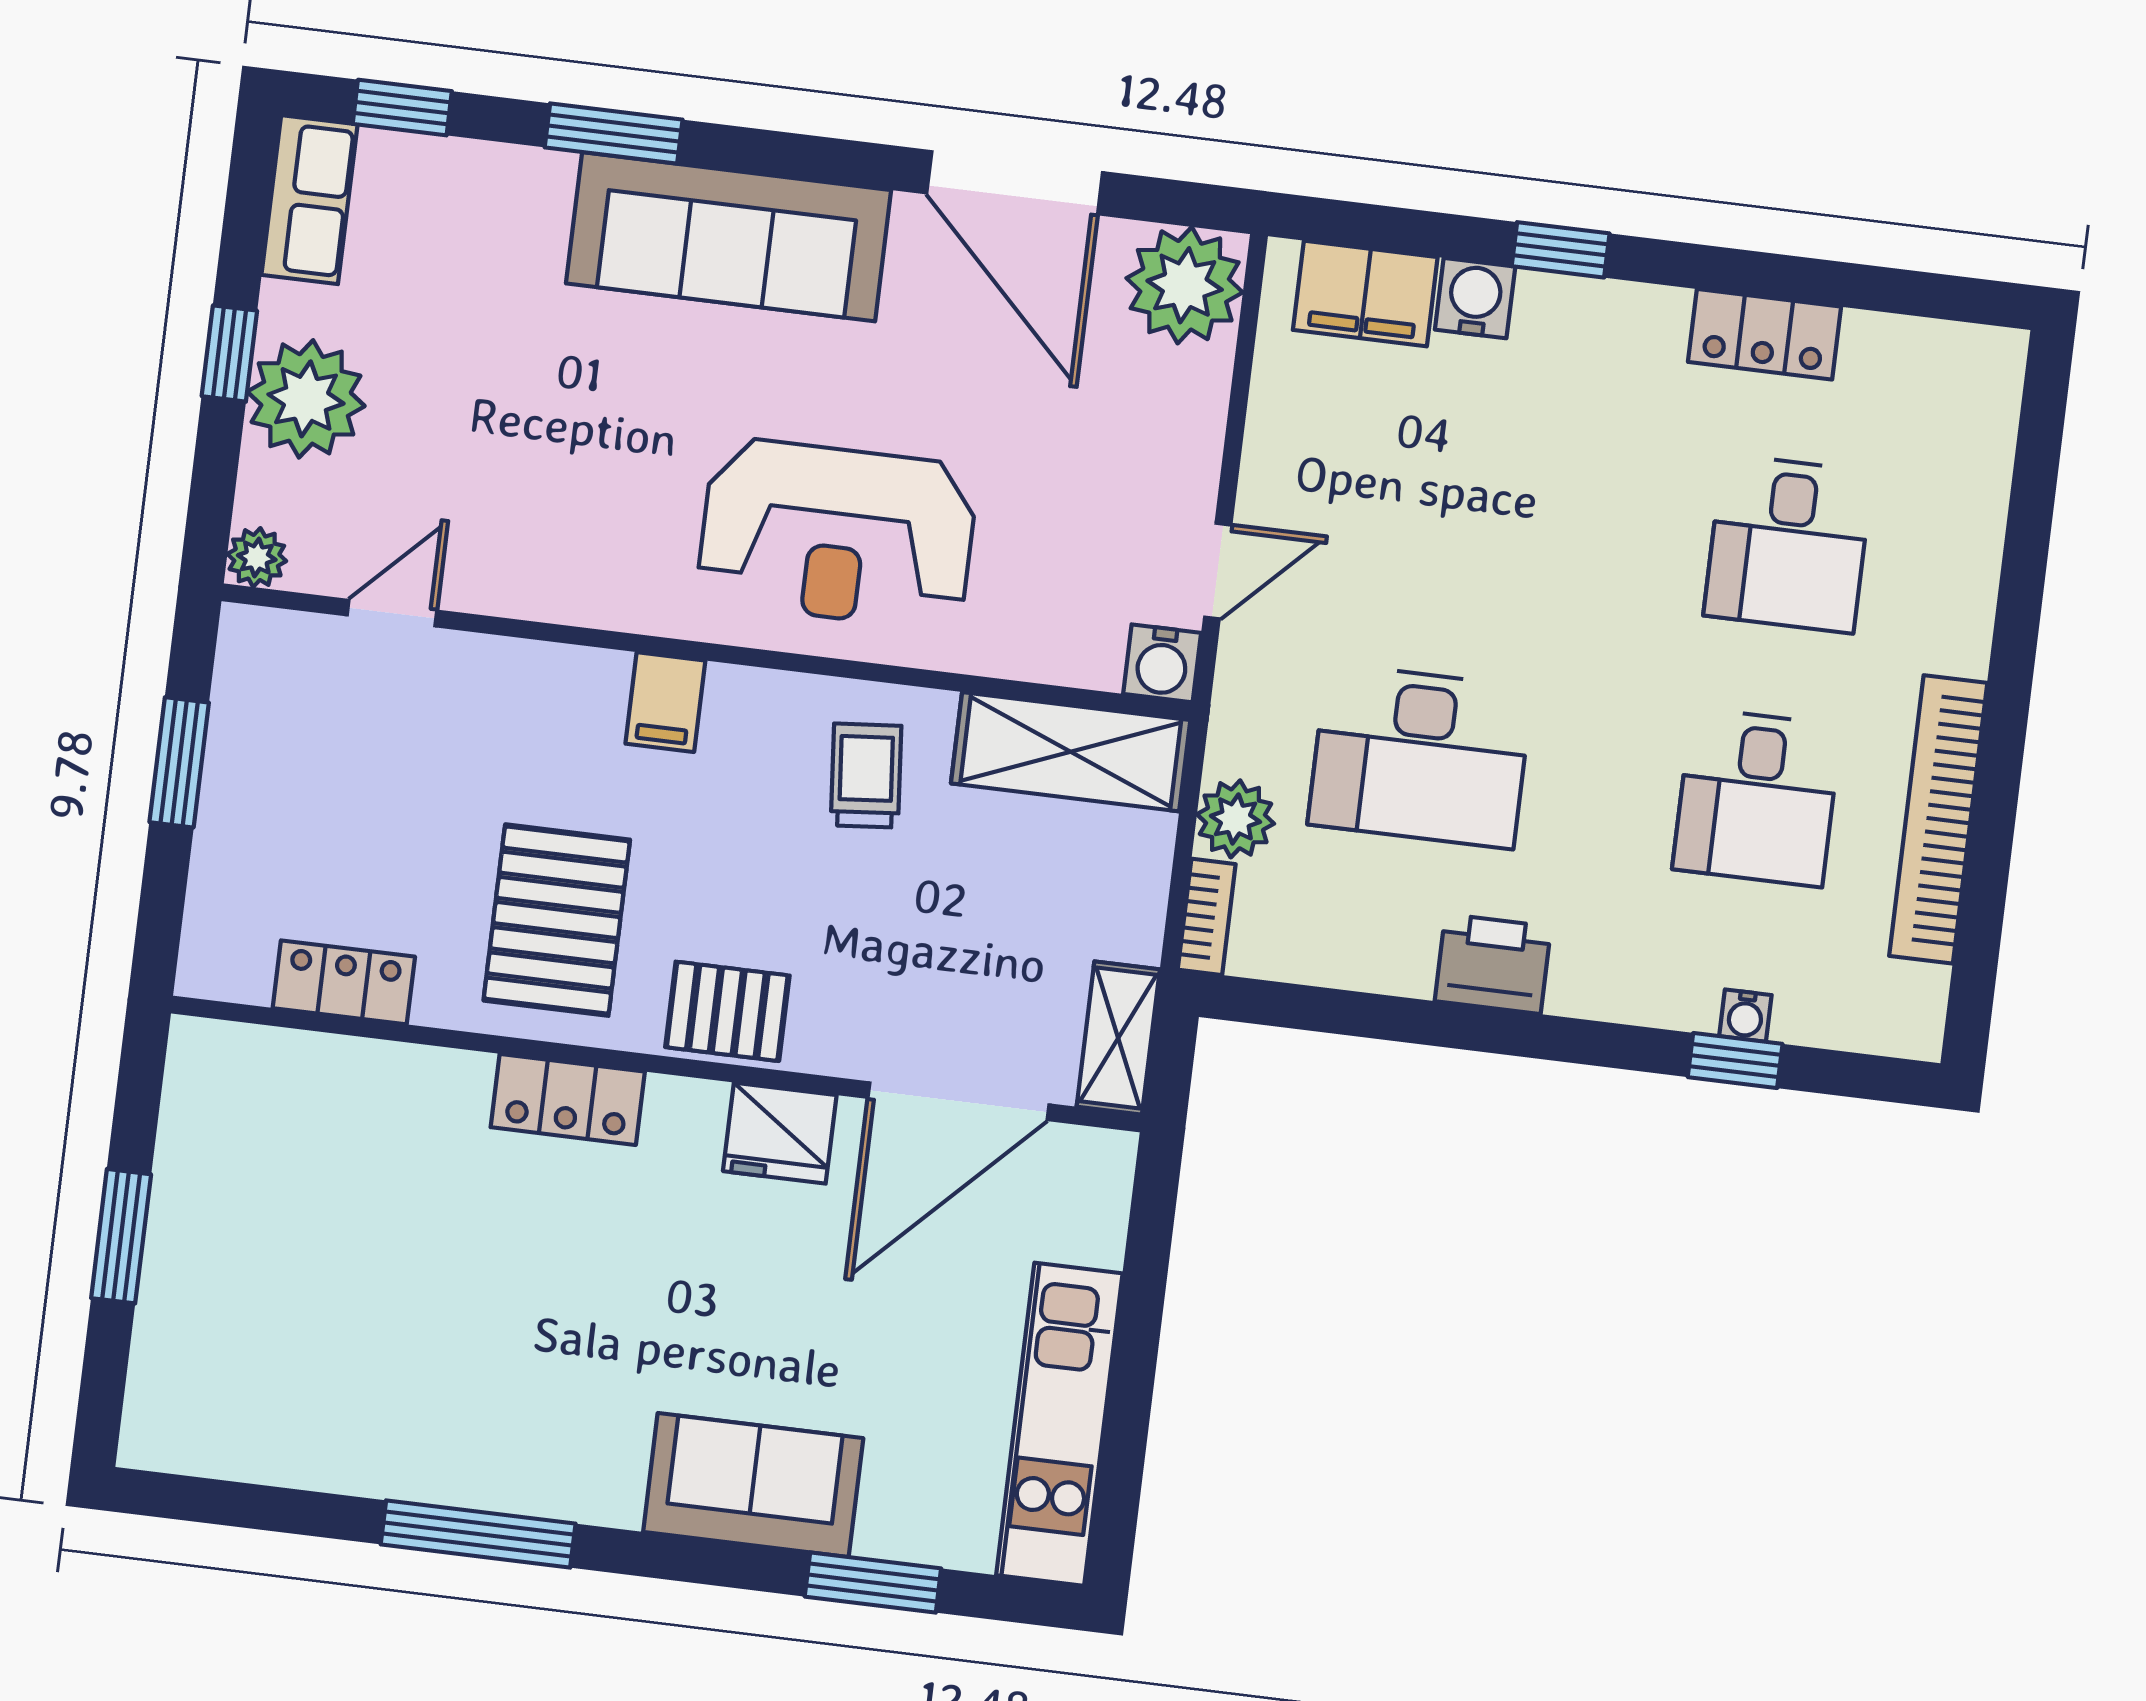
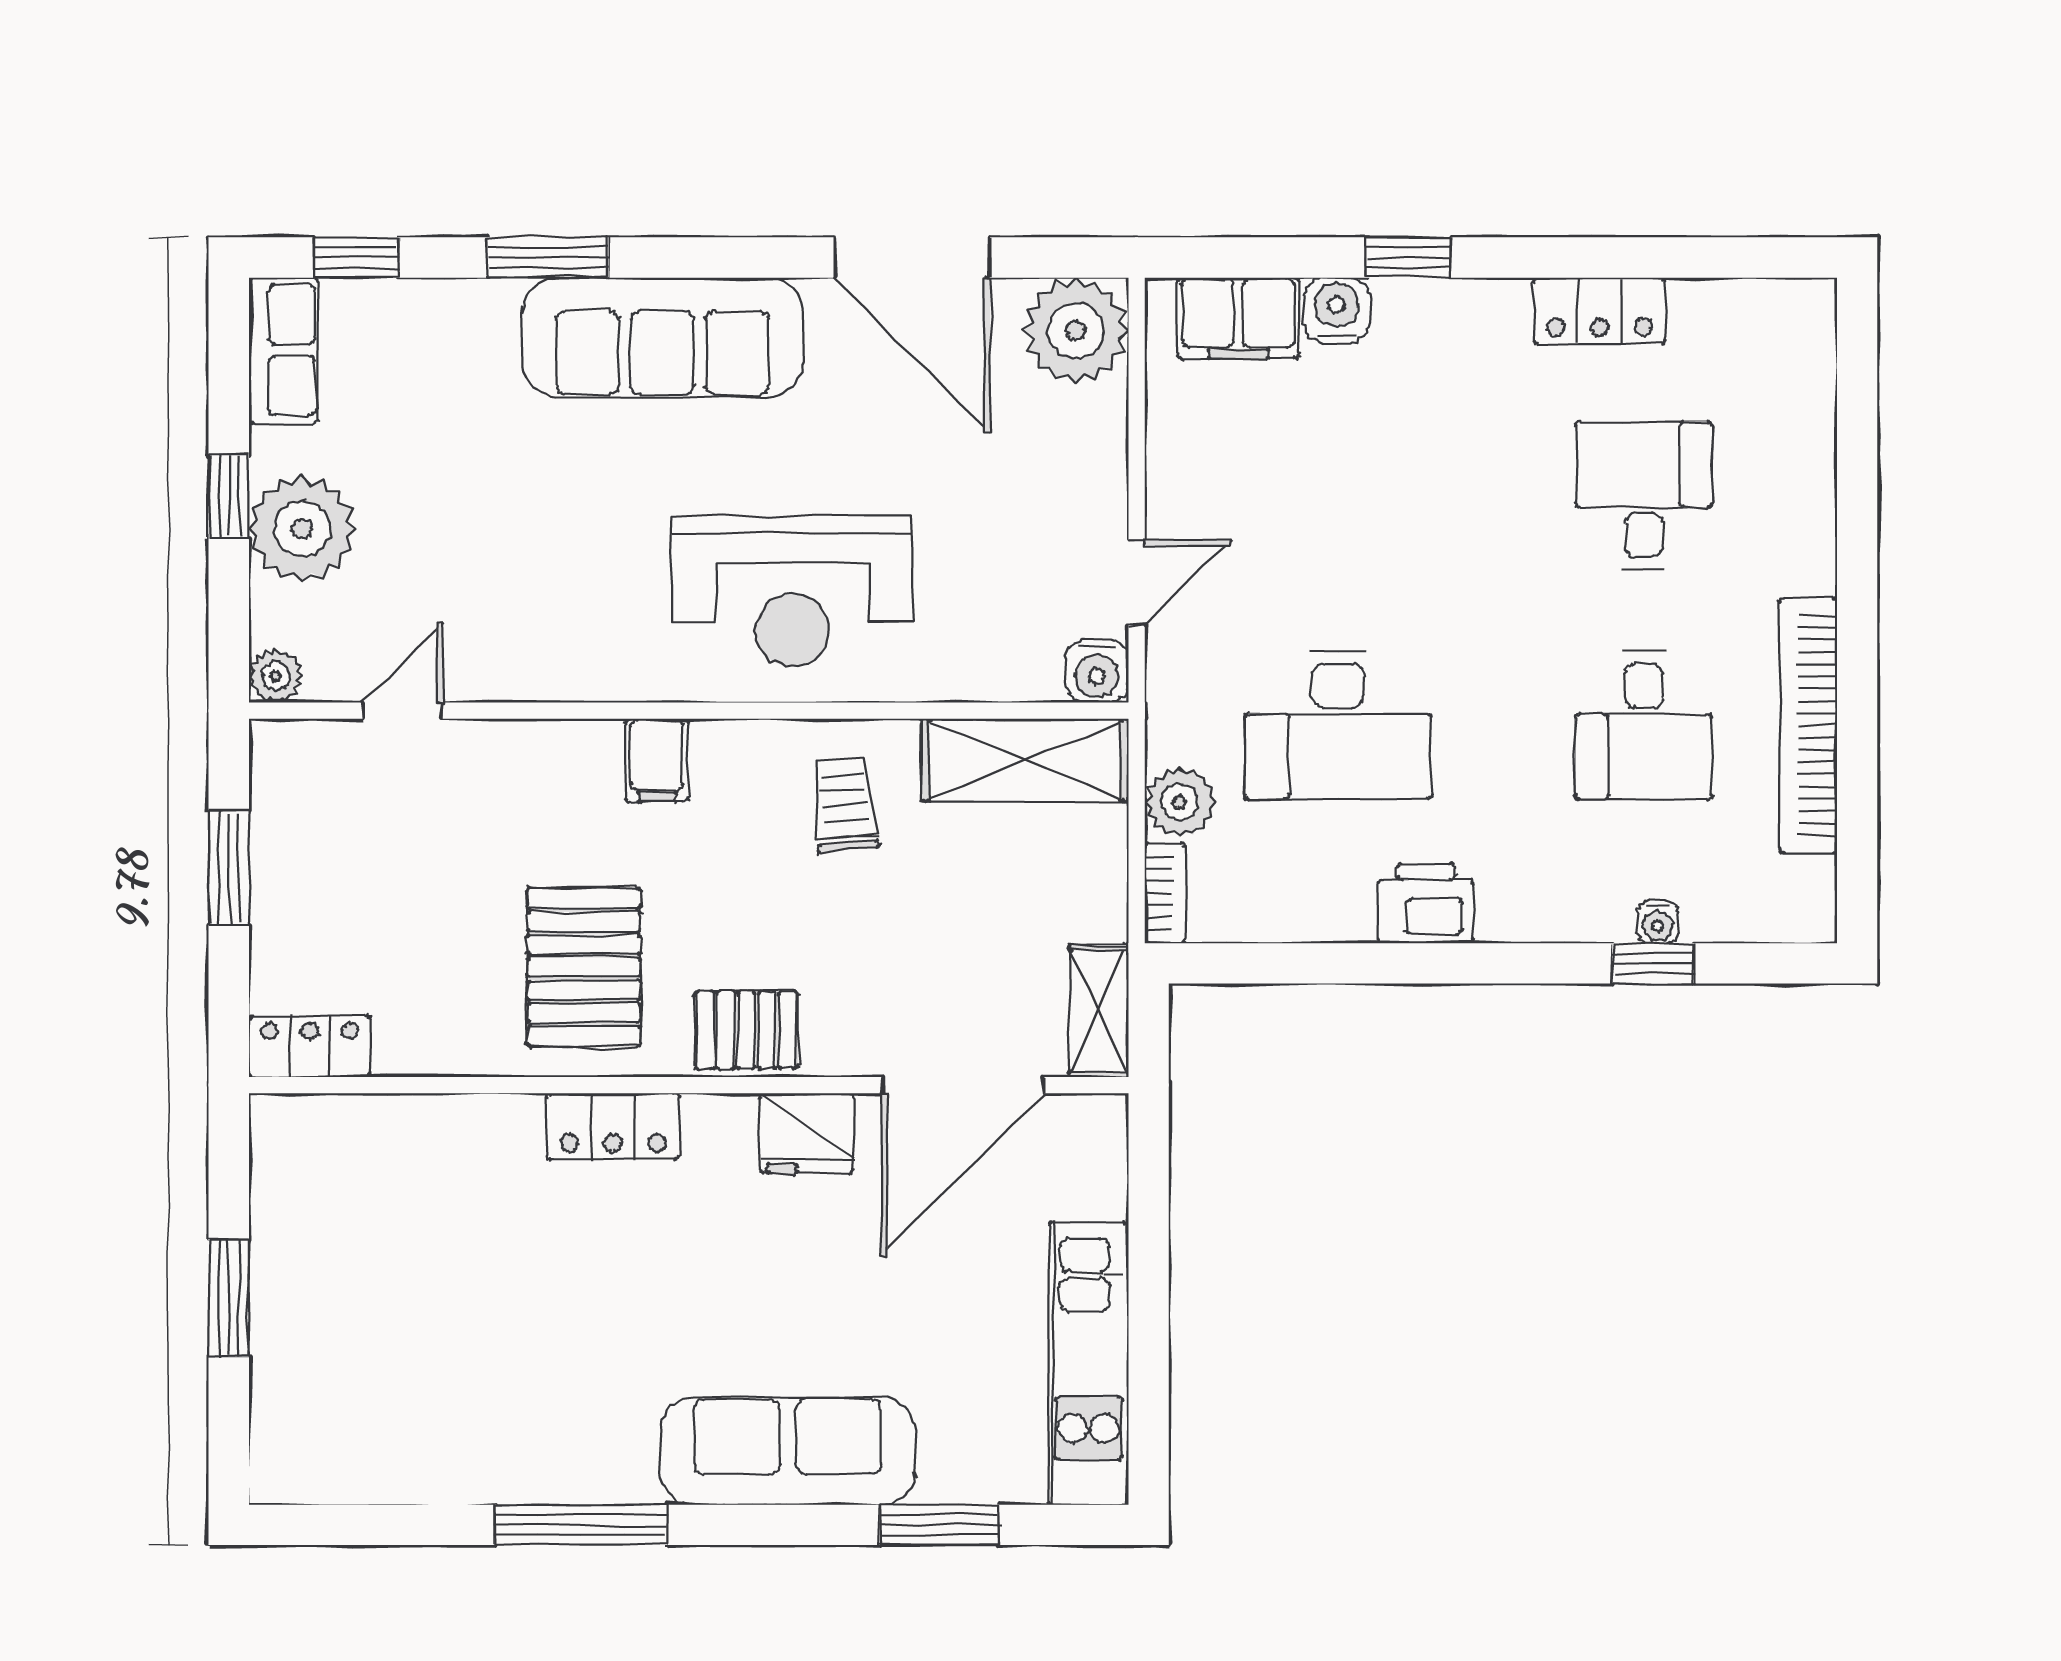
desk: (1788, 544) -> (1644, 495), turned 180
locker: (344, 982) -> (310, 1046), moved
sofa: (753, 1485) -> (788, 1451), width x1.36

